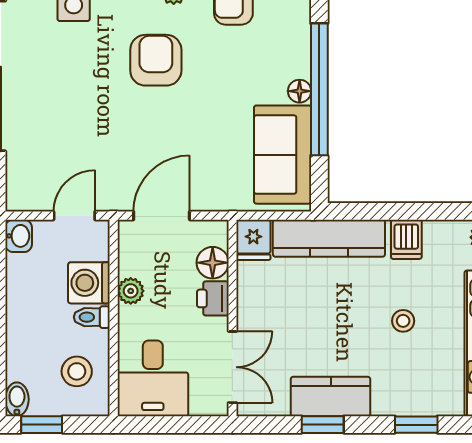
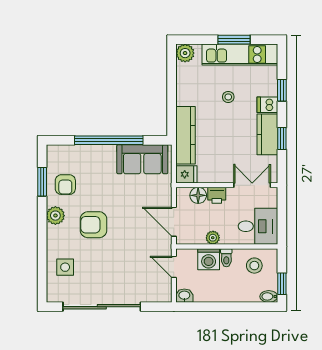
floor lamp: (300, 91) -> (110, 150), removed
dishwasher: (406, 239) -> (267, 105), moved, turned 180

